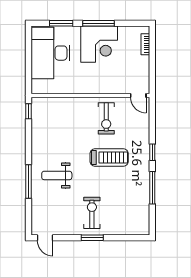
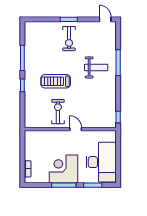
door: (138, 96) -> (76, 129), moved

